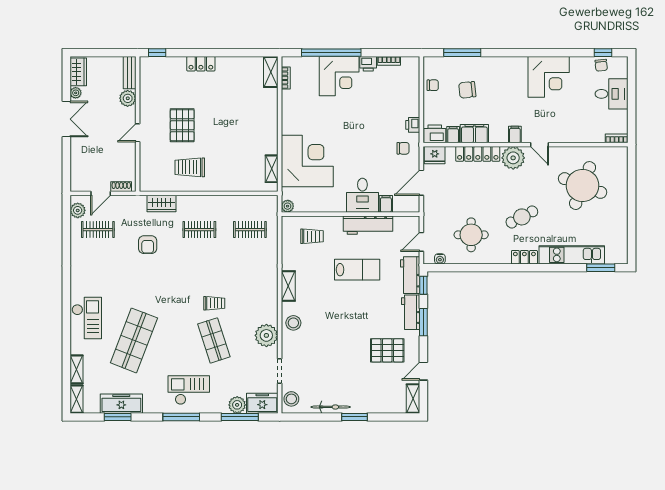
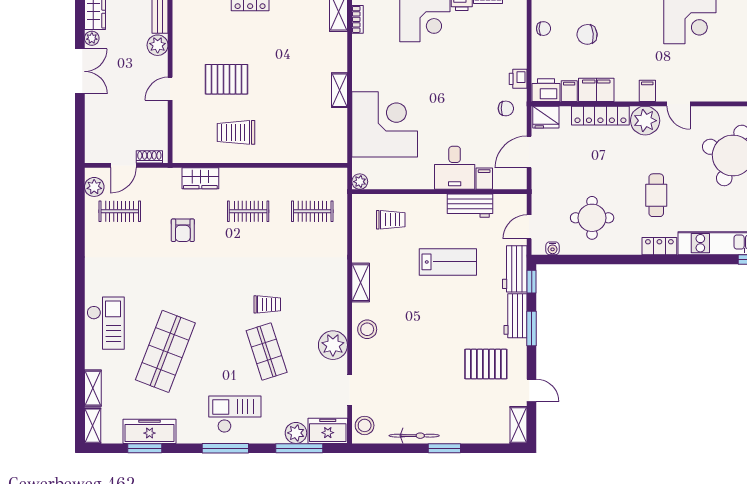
pallet: (182, 125) -> (226, 79), turned 90
shelving: (272, 169) -> (340, 90), moved
cafe table: (522, 217) -> (656, 195), turned -62
workbench: (368, 225) -> (470, 206), width x0.73
door: (423, 371) -> (532, 390), swing flipped

